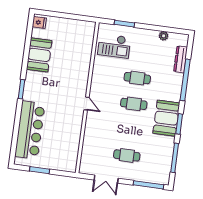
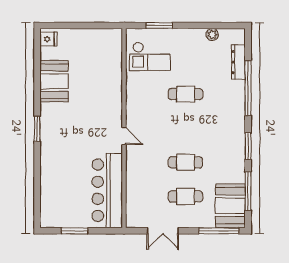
cafe table: (134, 104) -> (185, 162), moved
booth: (166, 118) -> (230, 206), moved
bar counter: (30, 130) -> (107, 190), moved, turned 180

